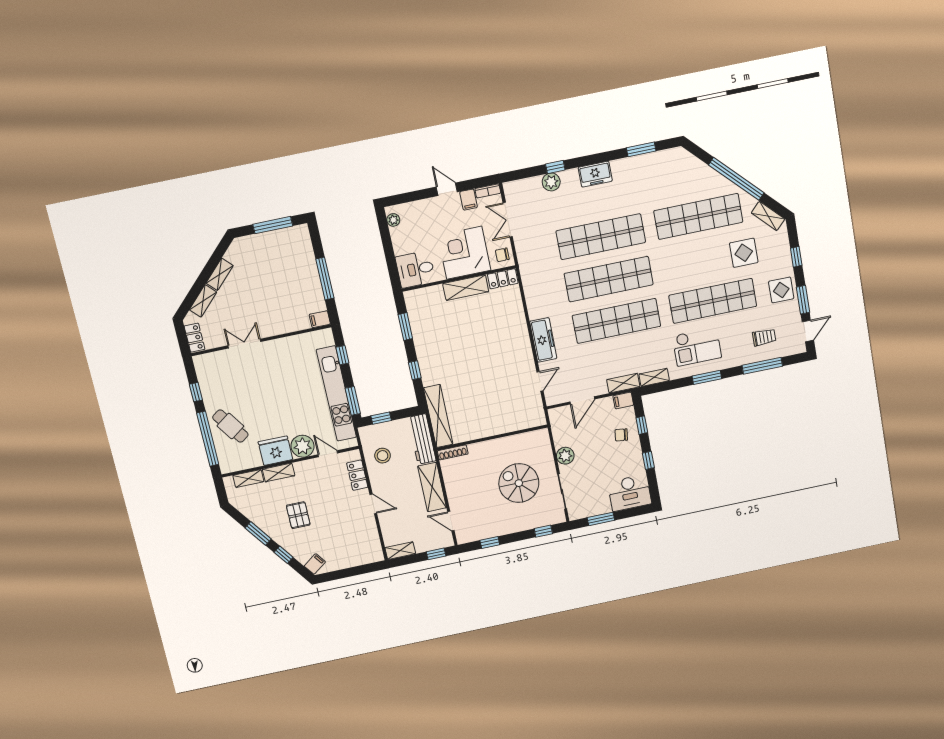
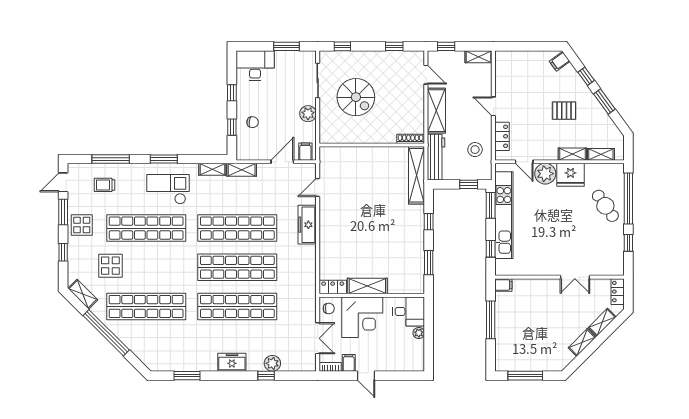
plant: (393, 220) -> (419, 333), moved
filing cabinet: (623, 400) -> (305, 152), moved, turned -90
pallet: (298, 515) -> (564, 111), turned 90

